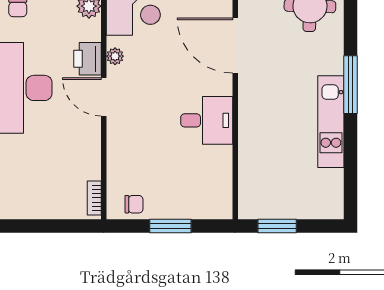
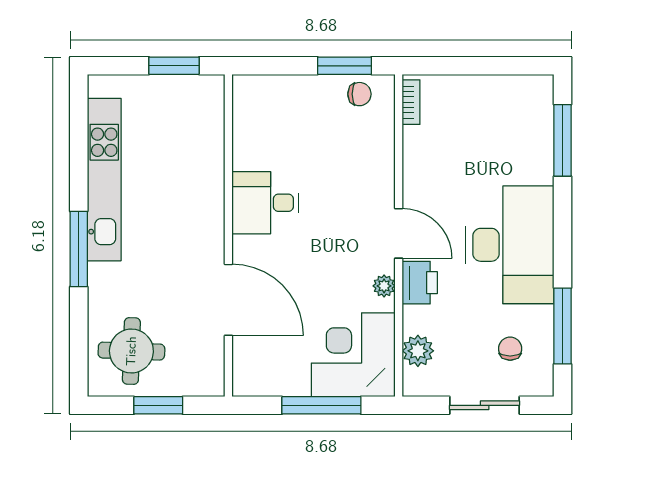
kitchen unit: (331, 122) -> (104, 180), width x1.36
chair: (134, 204) -> (359, 94), turned 180
window: (170, 226) -> (345, 66), moved

